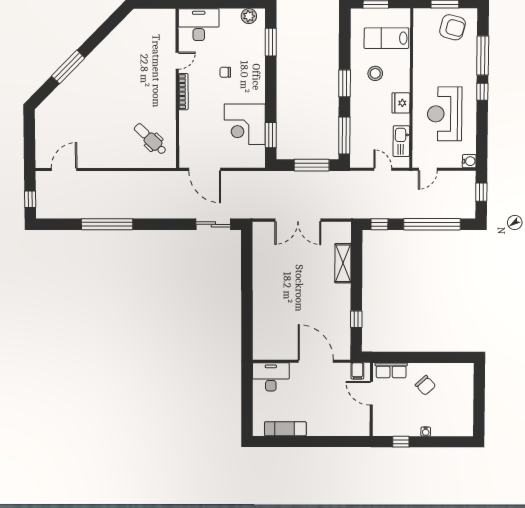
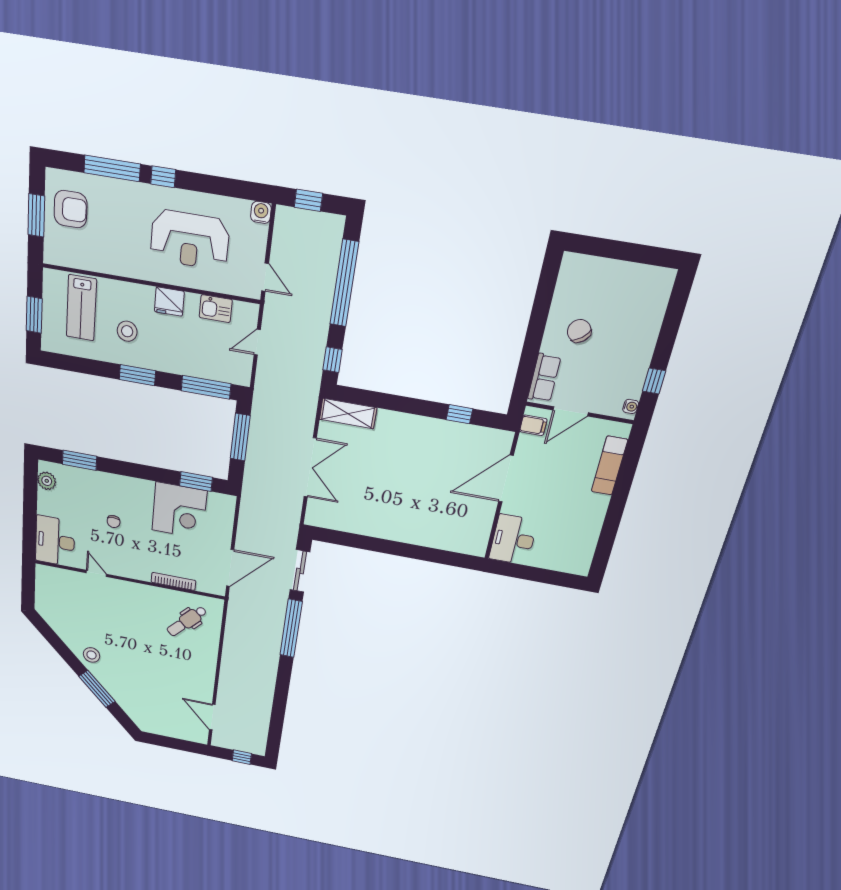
armchair: (452, 27) -> (71, 209), turned 75
stool: (100, 60) -> (92, 655), added
bookcase: (183, 92) -> (173, 581), moved
kitchen sink: (401, 141) -> (216, 309), width x0.73
window: (107, 224) -> (291, 628), moved
shelving: (343, 263) -> (348, 414), moved
chair: (425, 385) -> (579, 331), turned -86
exam couch: (285, 429) -> (609, 466), moved
water cooler: (426, 432) -> (631, 406), moved

